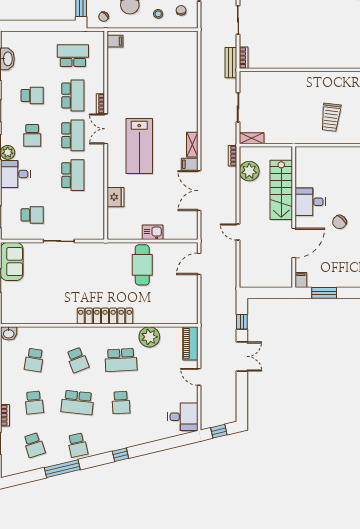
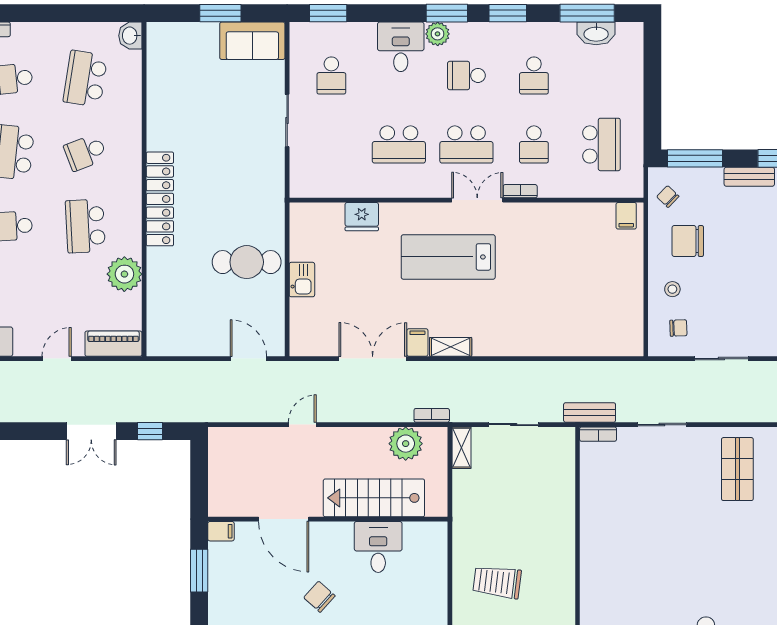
school desk: (73, 96) -> (534, 144), width x0.54
desk: (310, 202) -> (378, 547), moved
school desk: (34, 360) -> (85, 79), width x1.85

